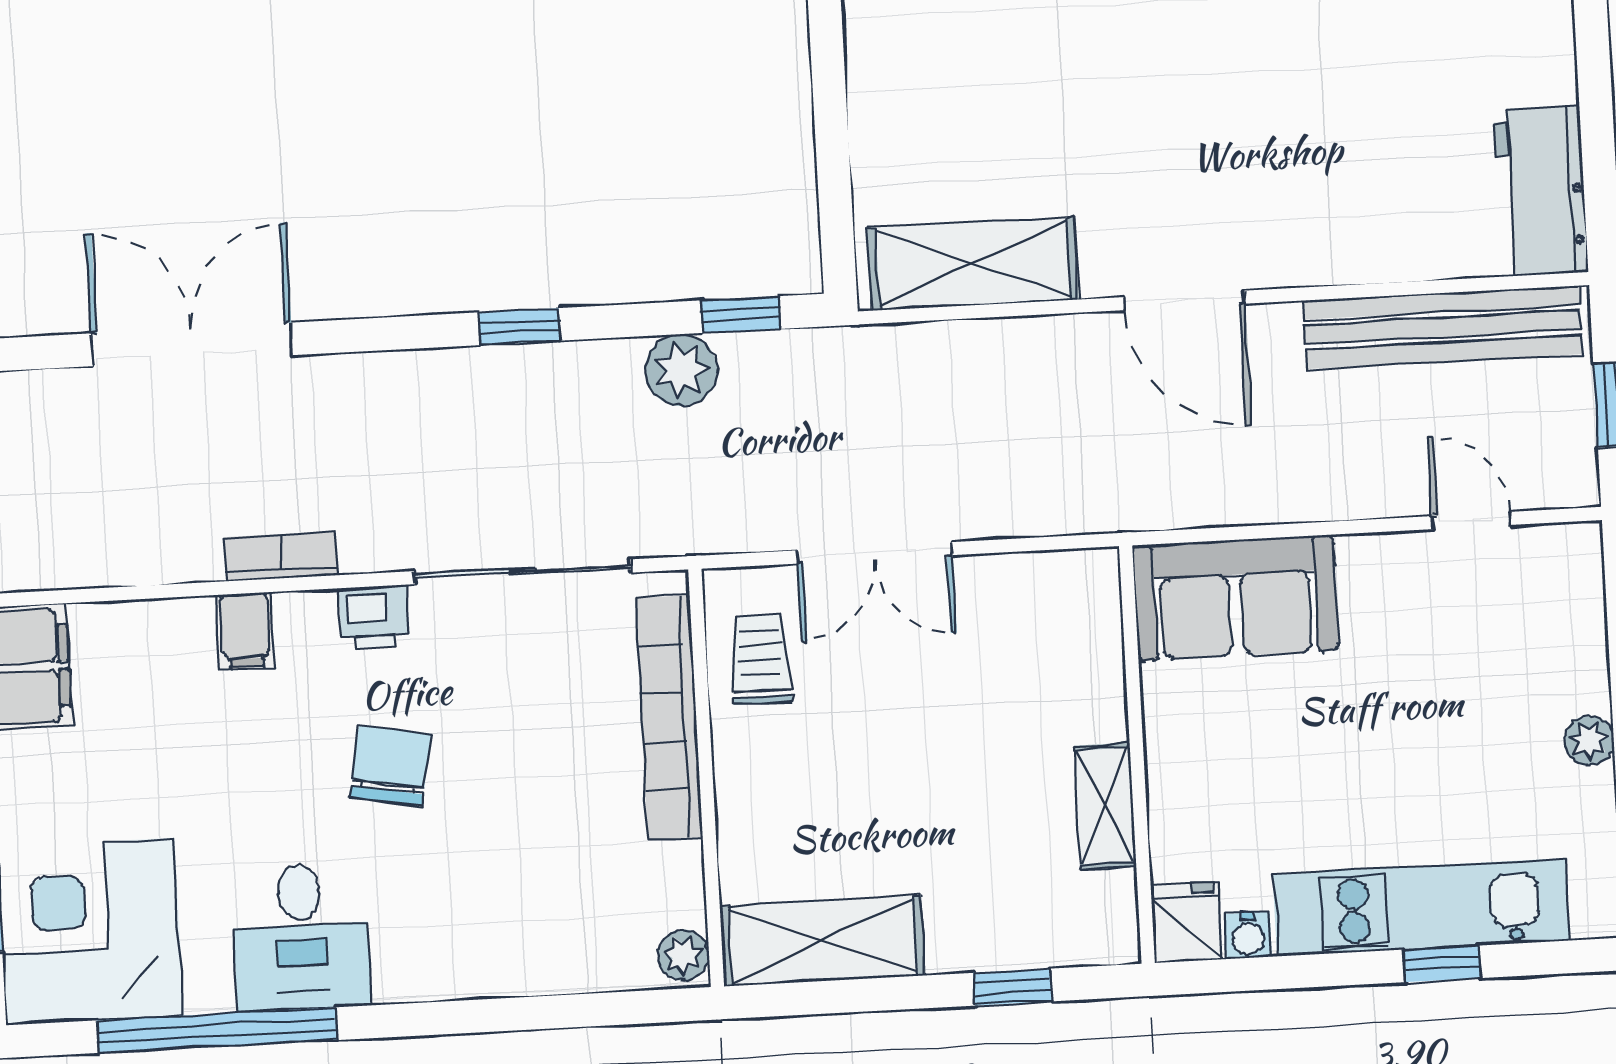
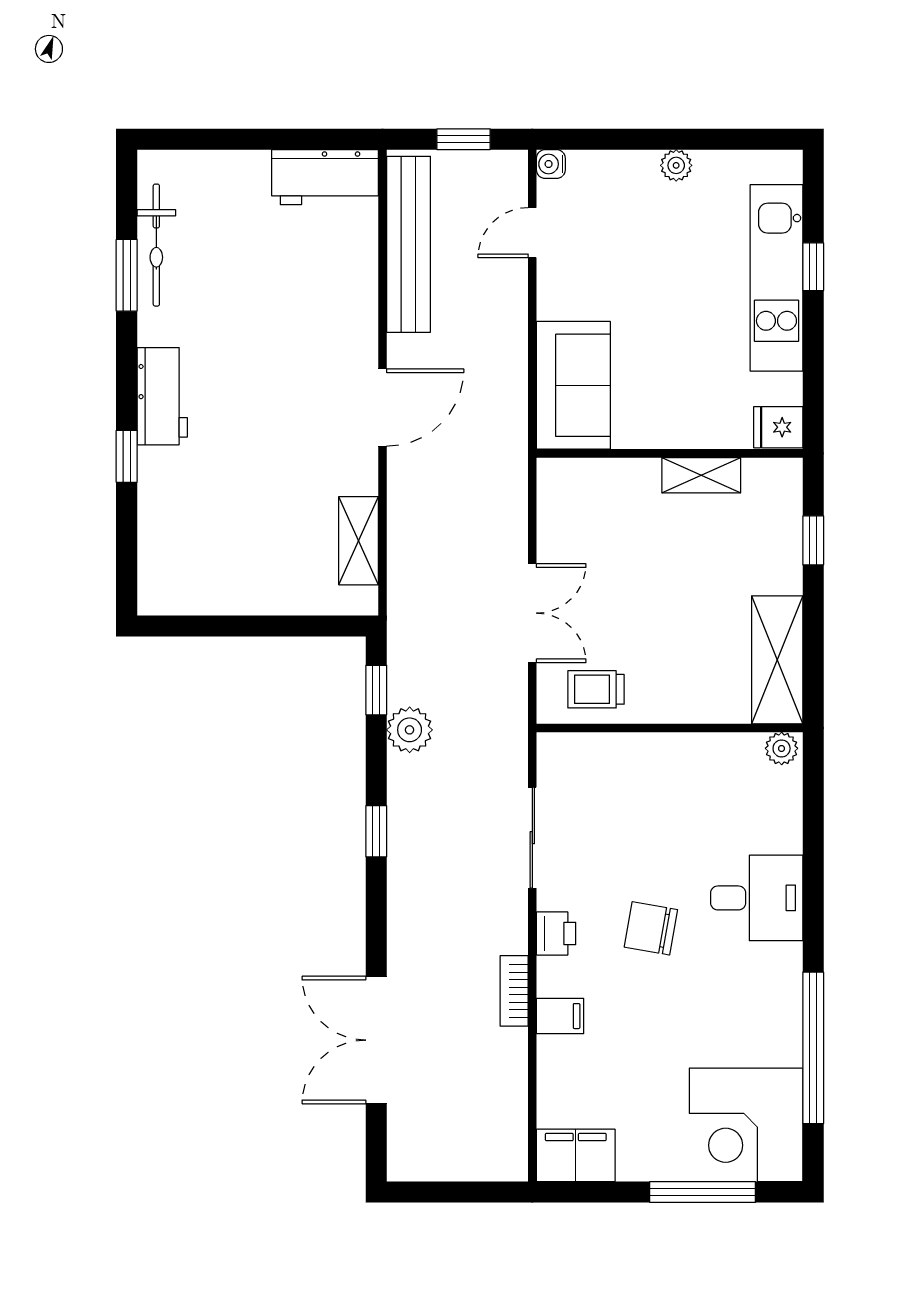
shelving: (973, 264) -> (359, 541), width x0.67, depth x0.75
sliding door: (523, 572) -> (532, 838), width x0.73
bookcase: (669, 717) -> (630, 750), removed
water cooler: (1248, 935) -> (551, 164), moved, turned 180
desk: (301, 937) -> (757, 898), moved

